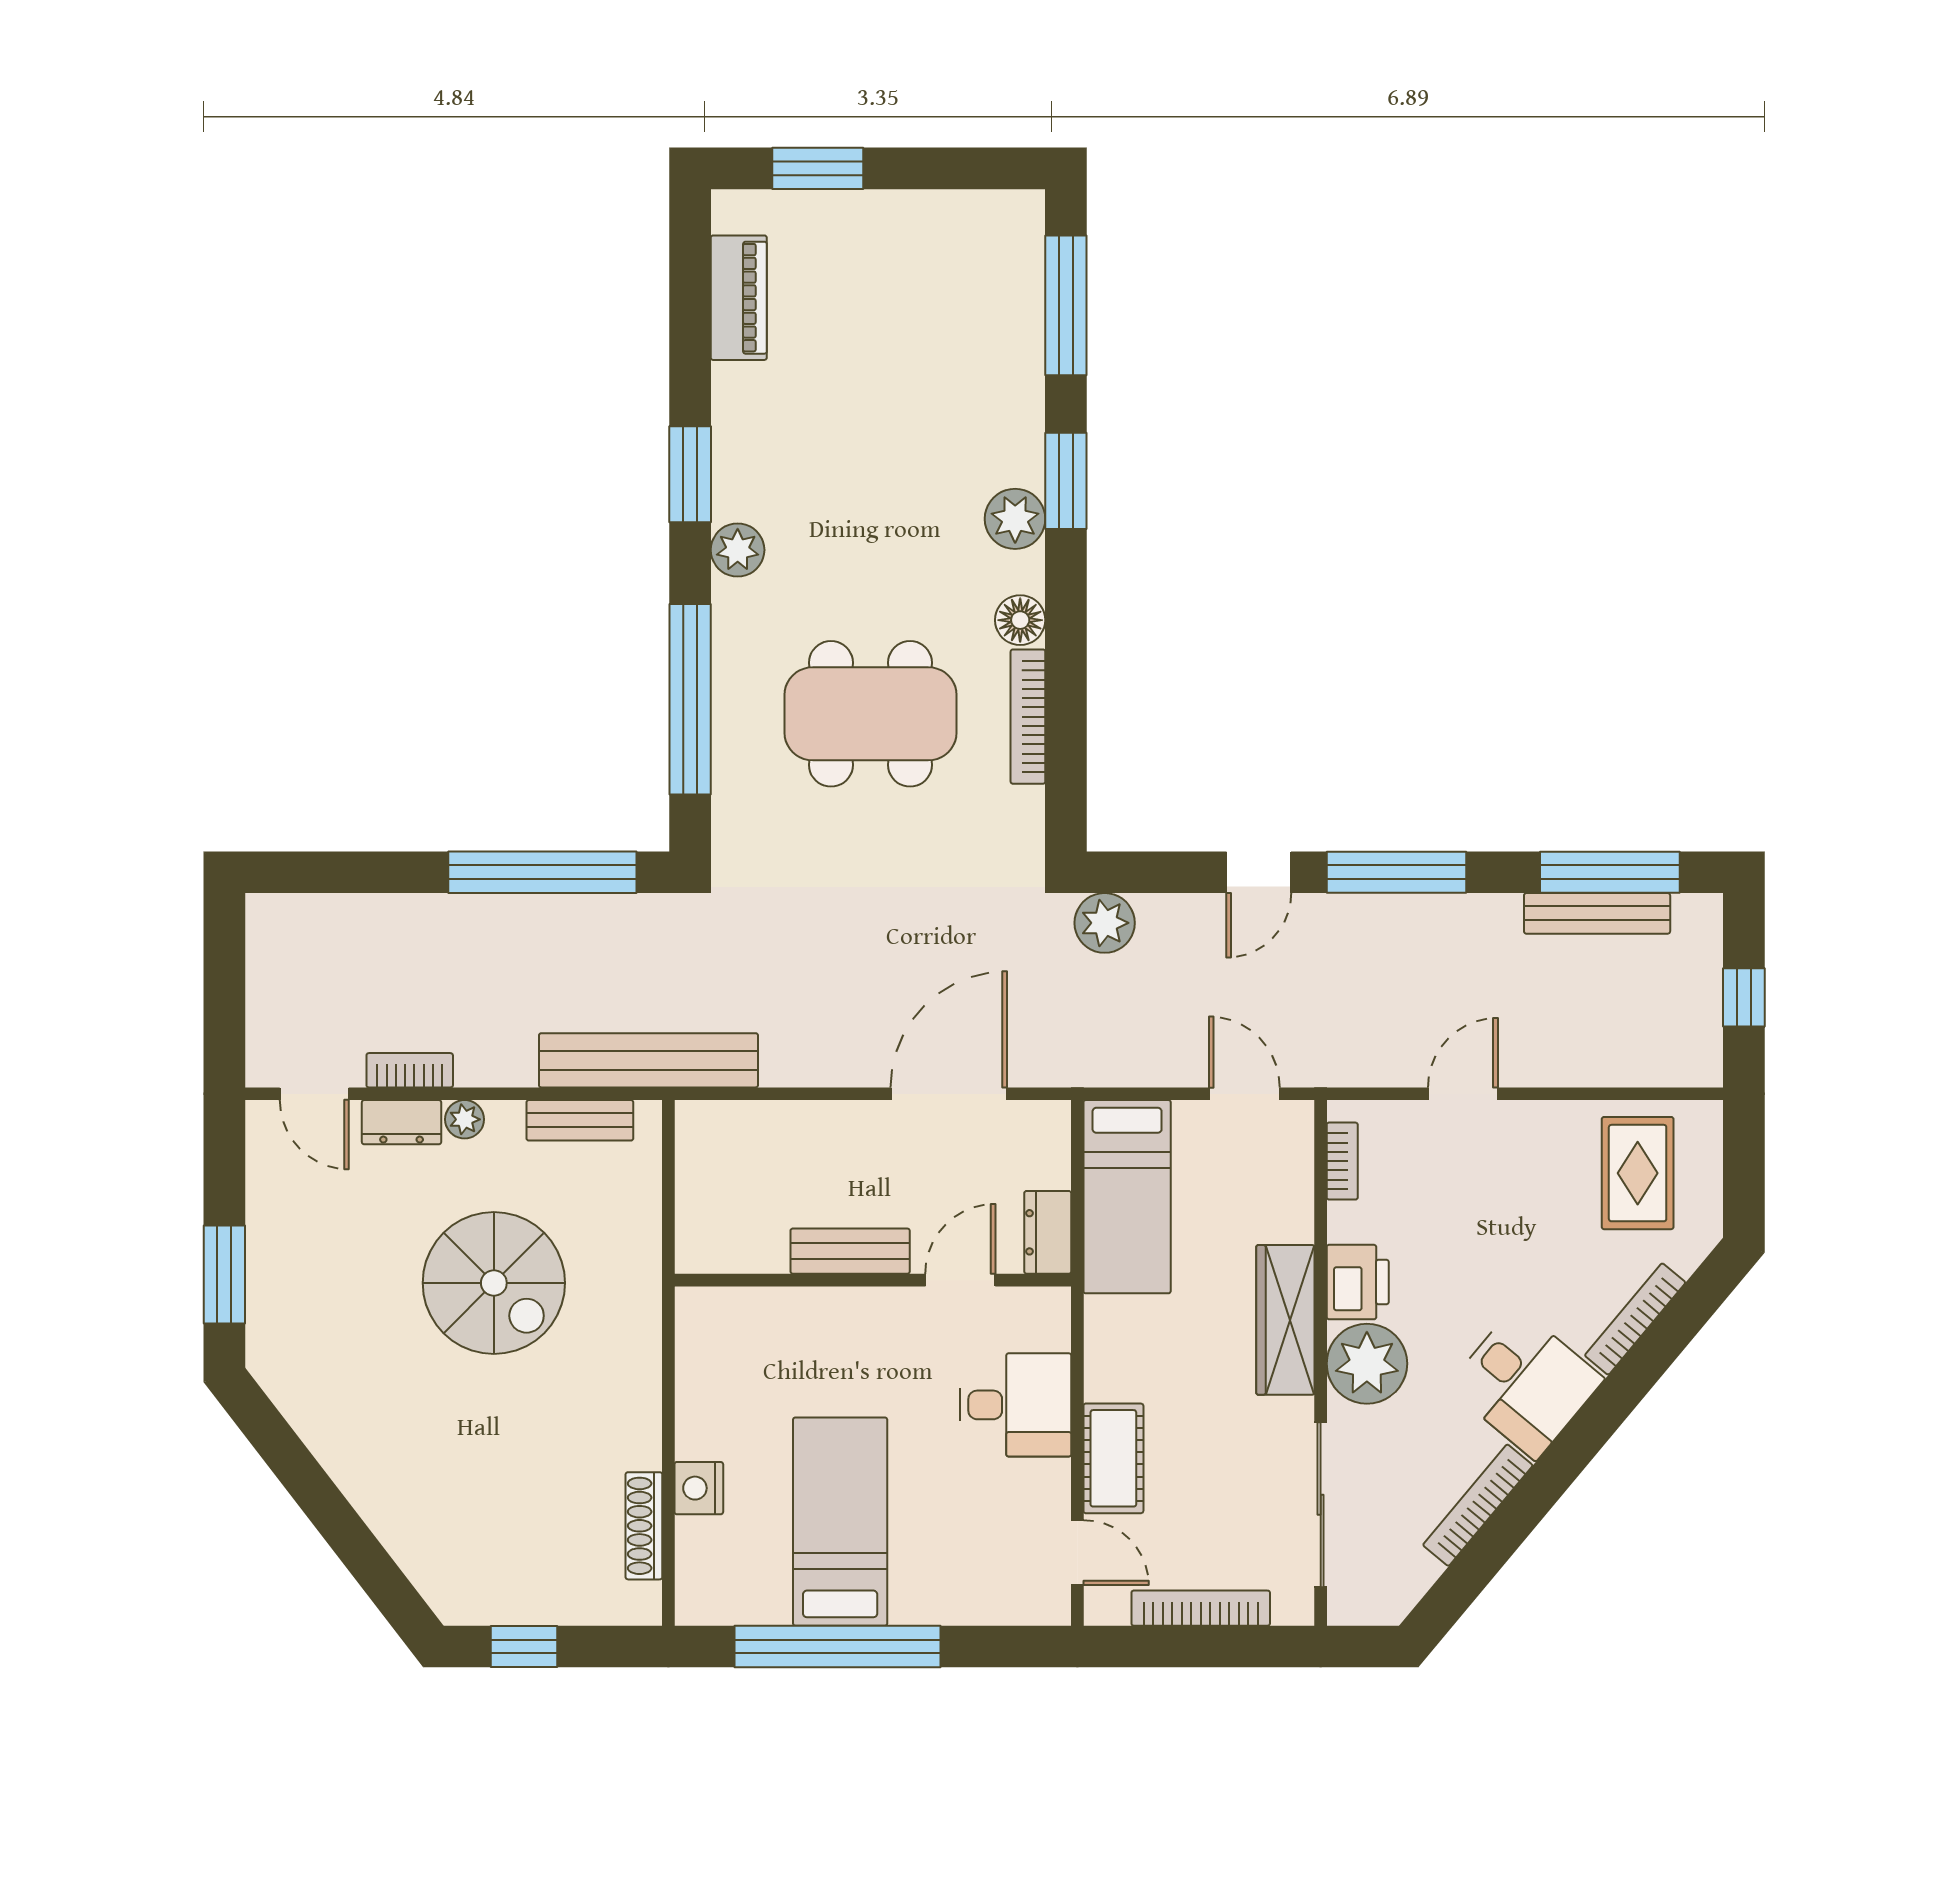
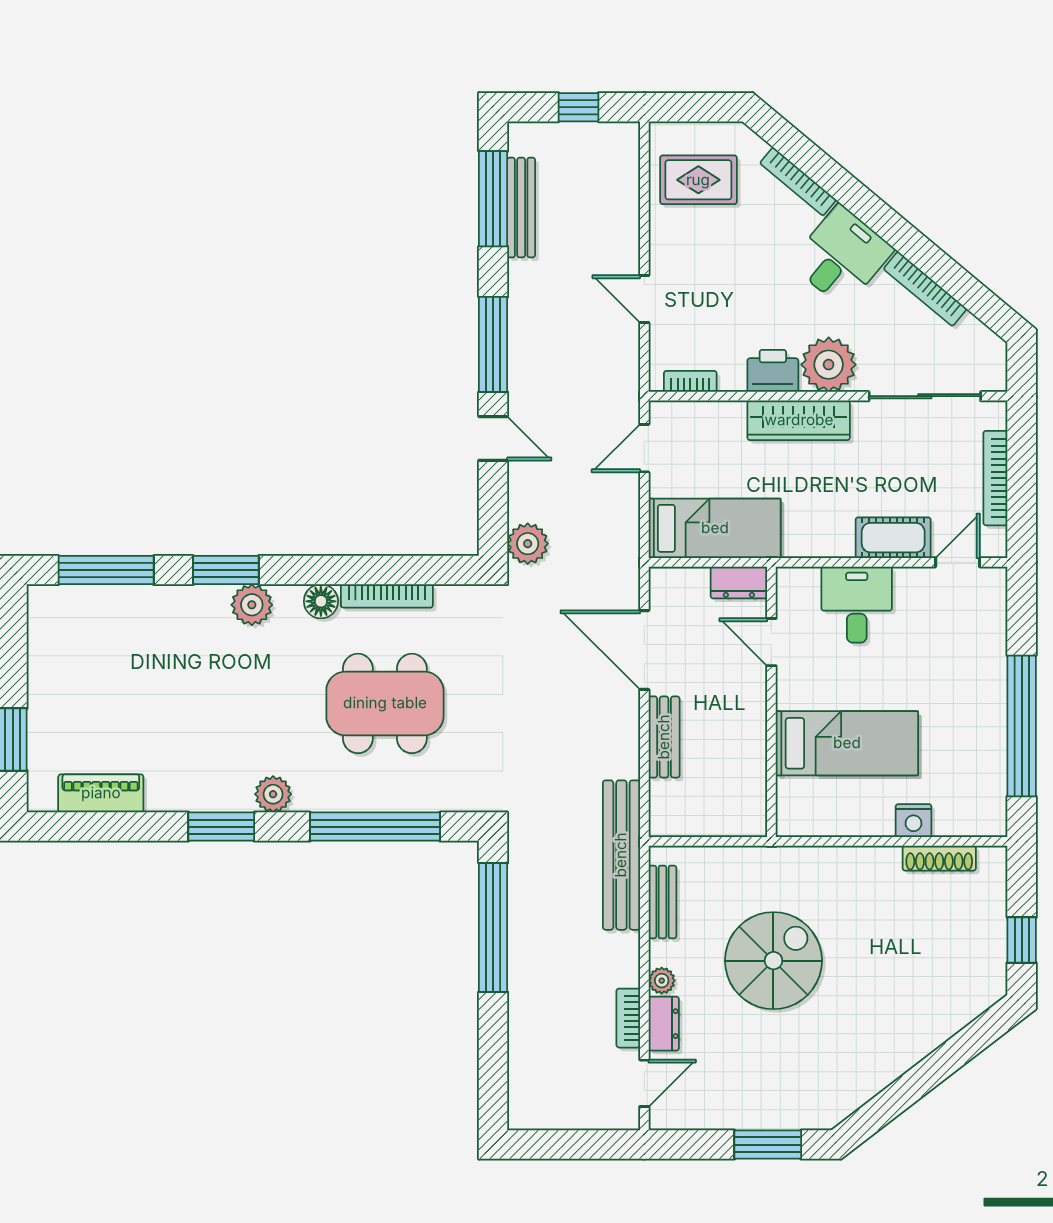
dining table: (870, 714) -> (385, 703), turned 90
bench: (850, 1251) -> (664, 737), moved
bed: (840, 1522) -> (847, 743), moved, turned 180

